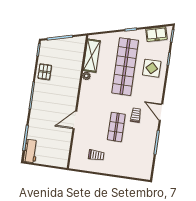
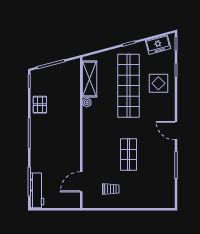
trolley: (136, 115) -> (148, 138), removed
door: (75, 120) -> (81, 182), moved
workbench: (31, 151) -> (37, 190), width x1.38

